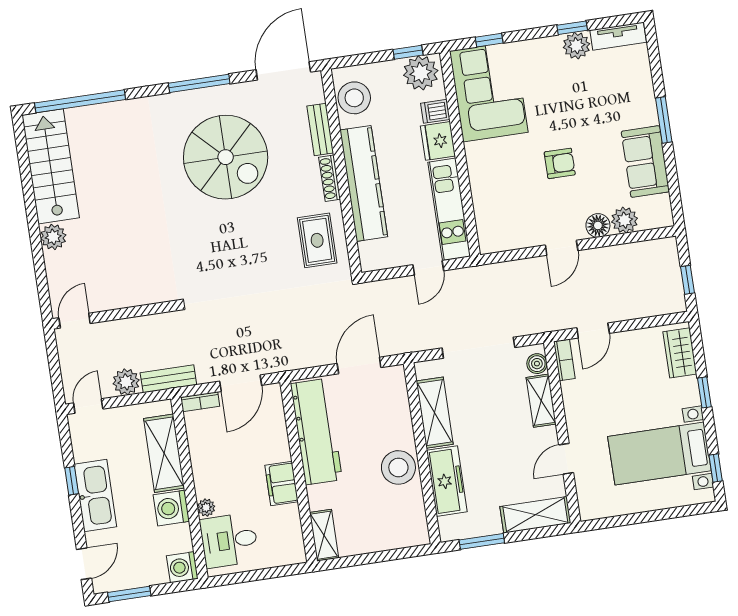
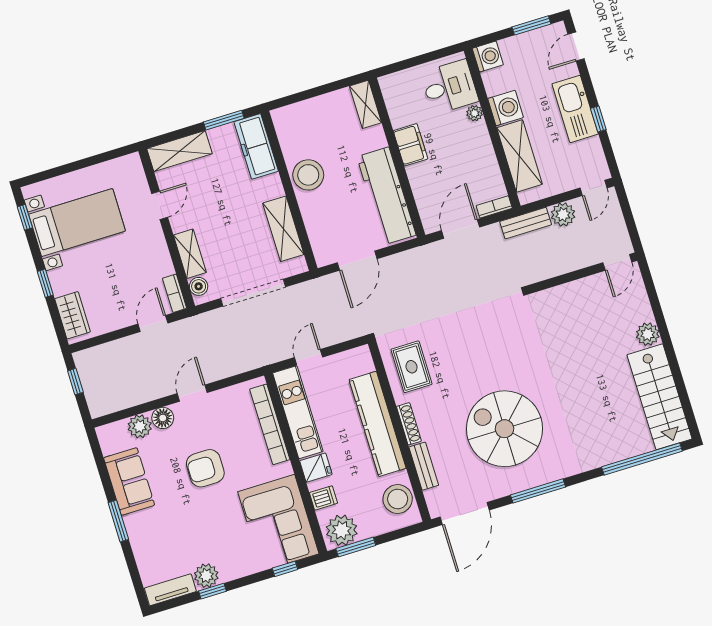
window: (408, 52) -> (356, 547), width x1.50
fridge: (438, 141) -> (316, 468), width x0.72
armchair: (560, 163) -> (205, 468), width x1.38, depth x1.38
bookcase: (482, 201) -> (270, 424), added
freezer: (447, 481) -> (256, 146), moved

